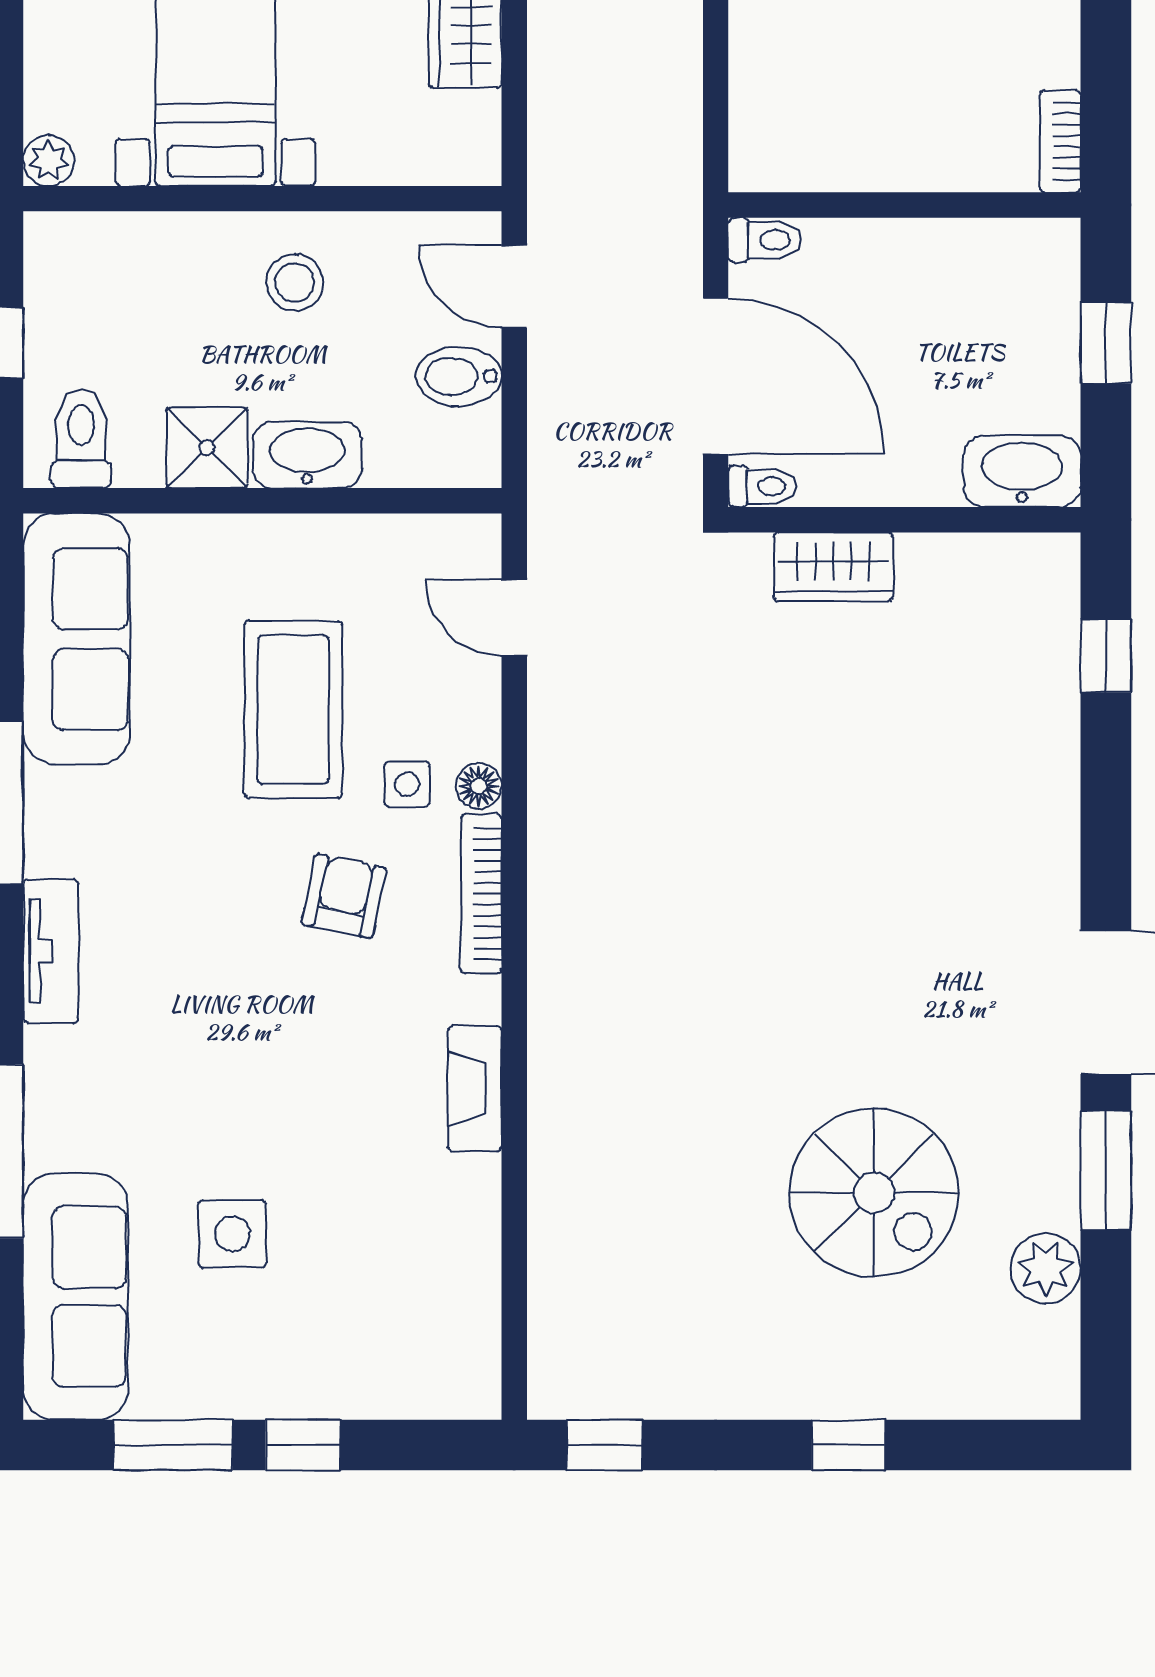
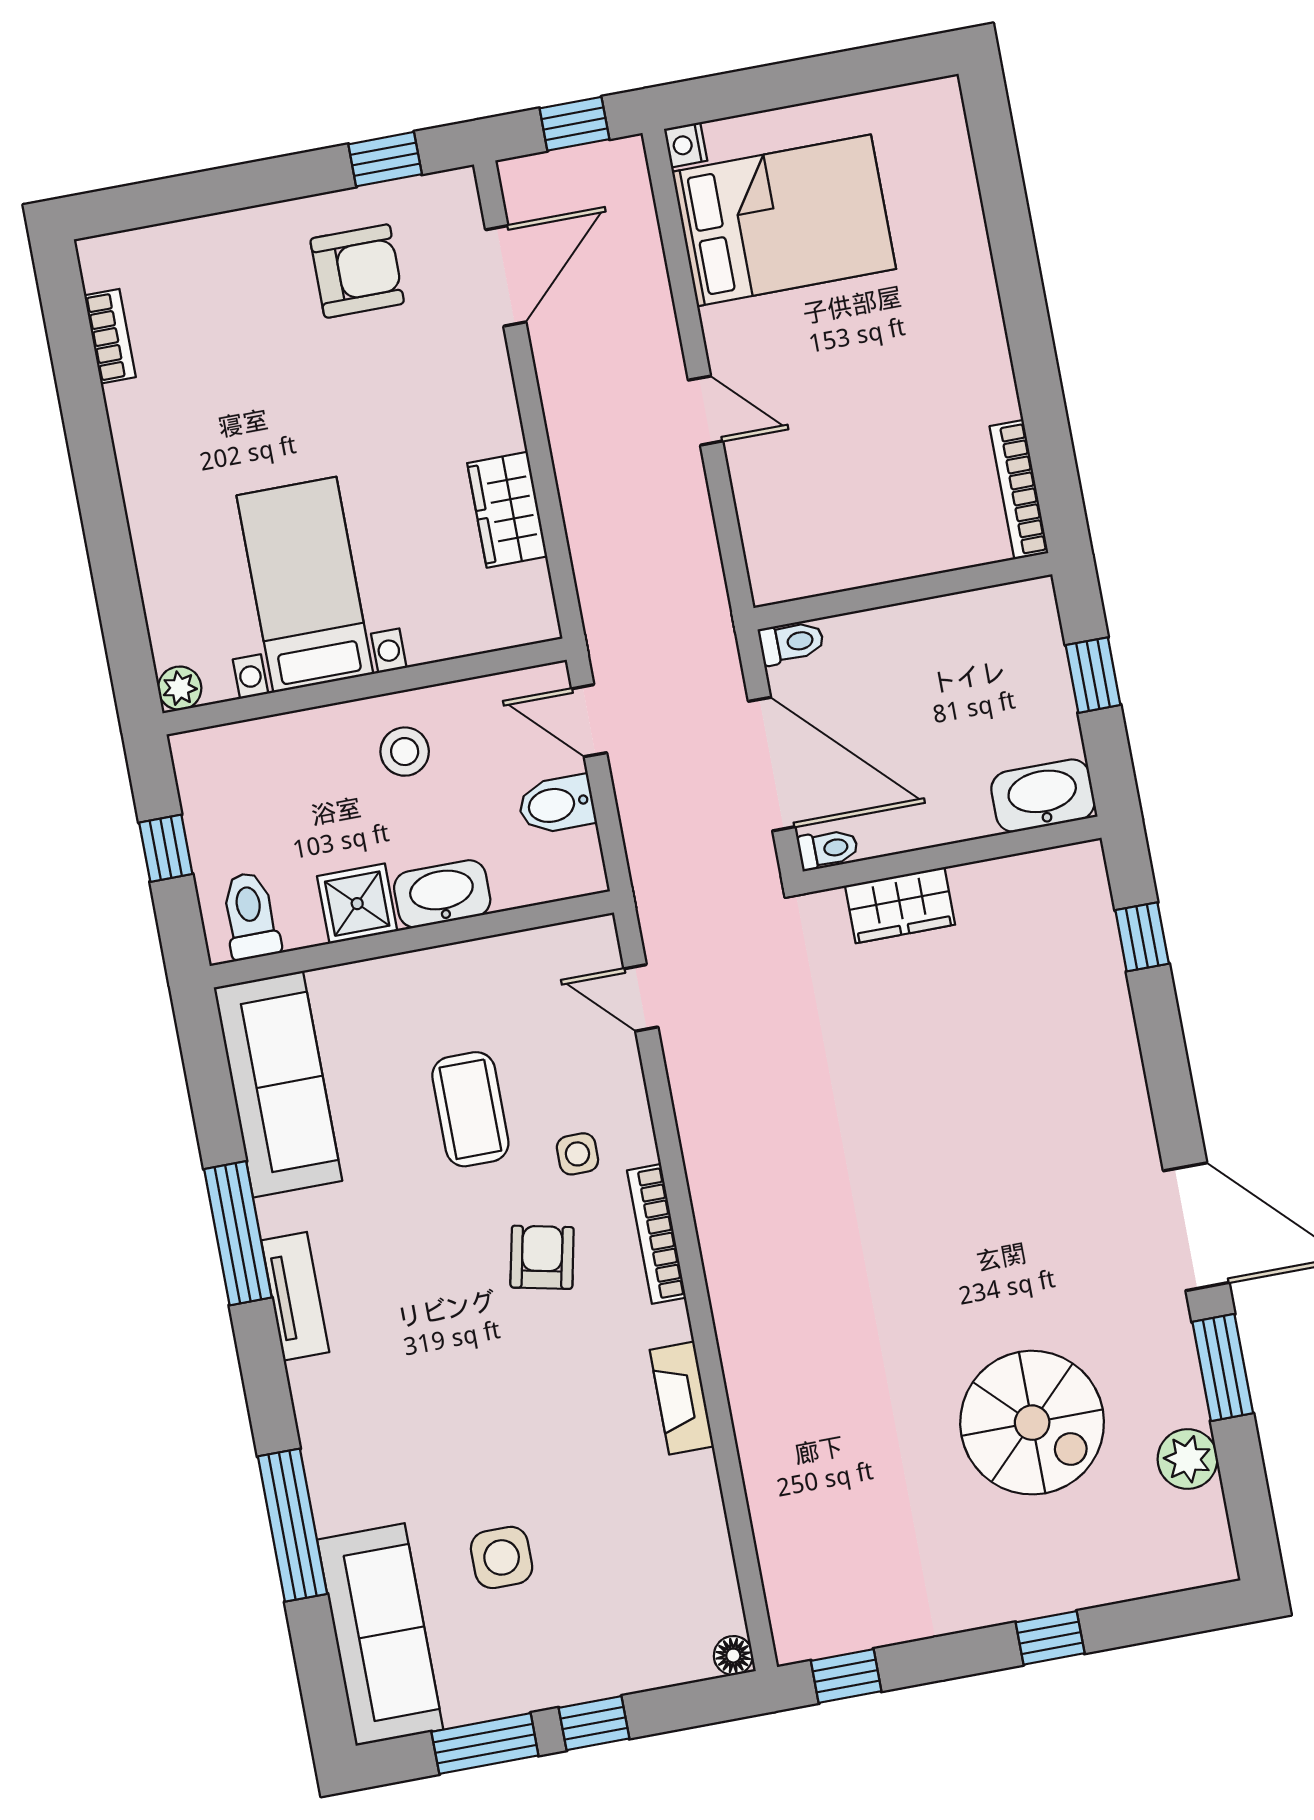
bookcase: (1060, 141) -> (1019, 490), width x1.56
coffee table: (293, 710) -> (470, 1109), width x0.73, depth x0.76
floor lamp: (479, 786) -> (733, 1656), moved
tv unit: (51, 951) -> (295, 1296), moved

